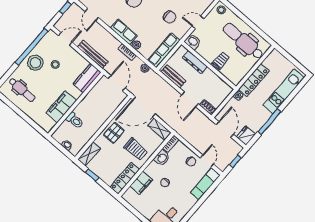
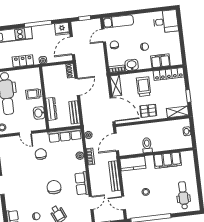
row of seats: (124, 32) -> (82, 184), moved
washbasin: (193, 42) -> (39, 113), moved
stool: (35, 63) -> (158, 205), removed
locker: (254, 80) -> (23, 61), width x0.66
toilet: (75, 120) -> (147, 145), moved

